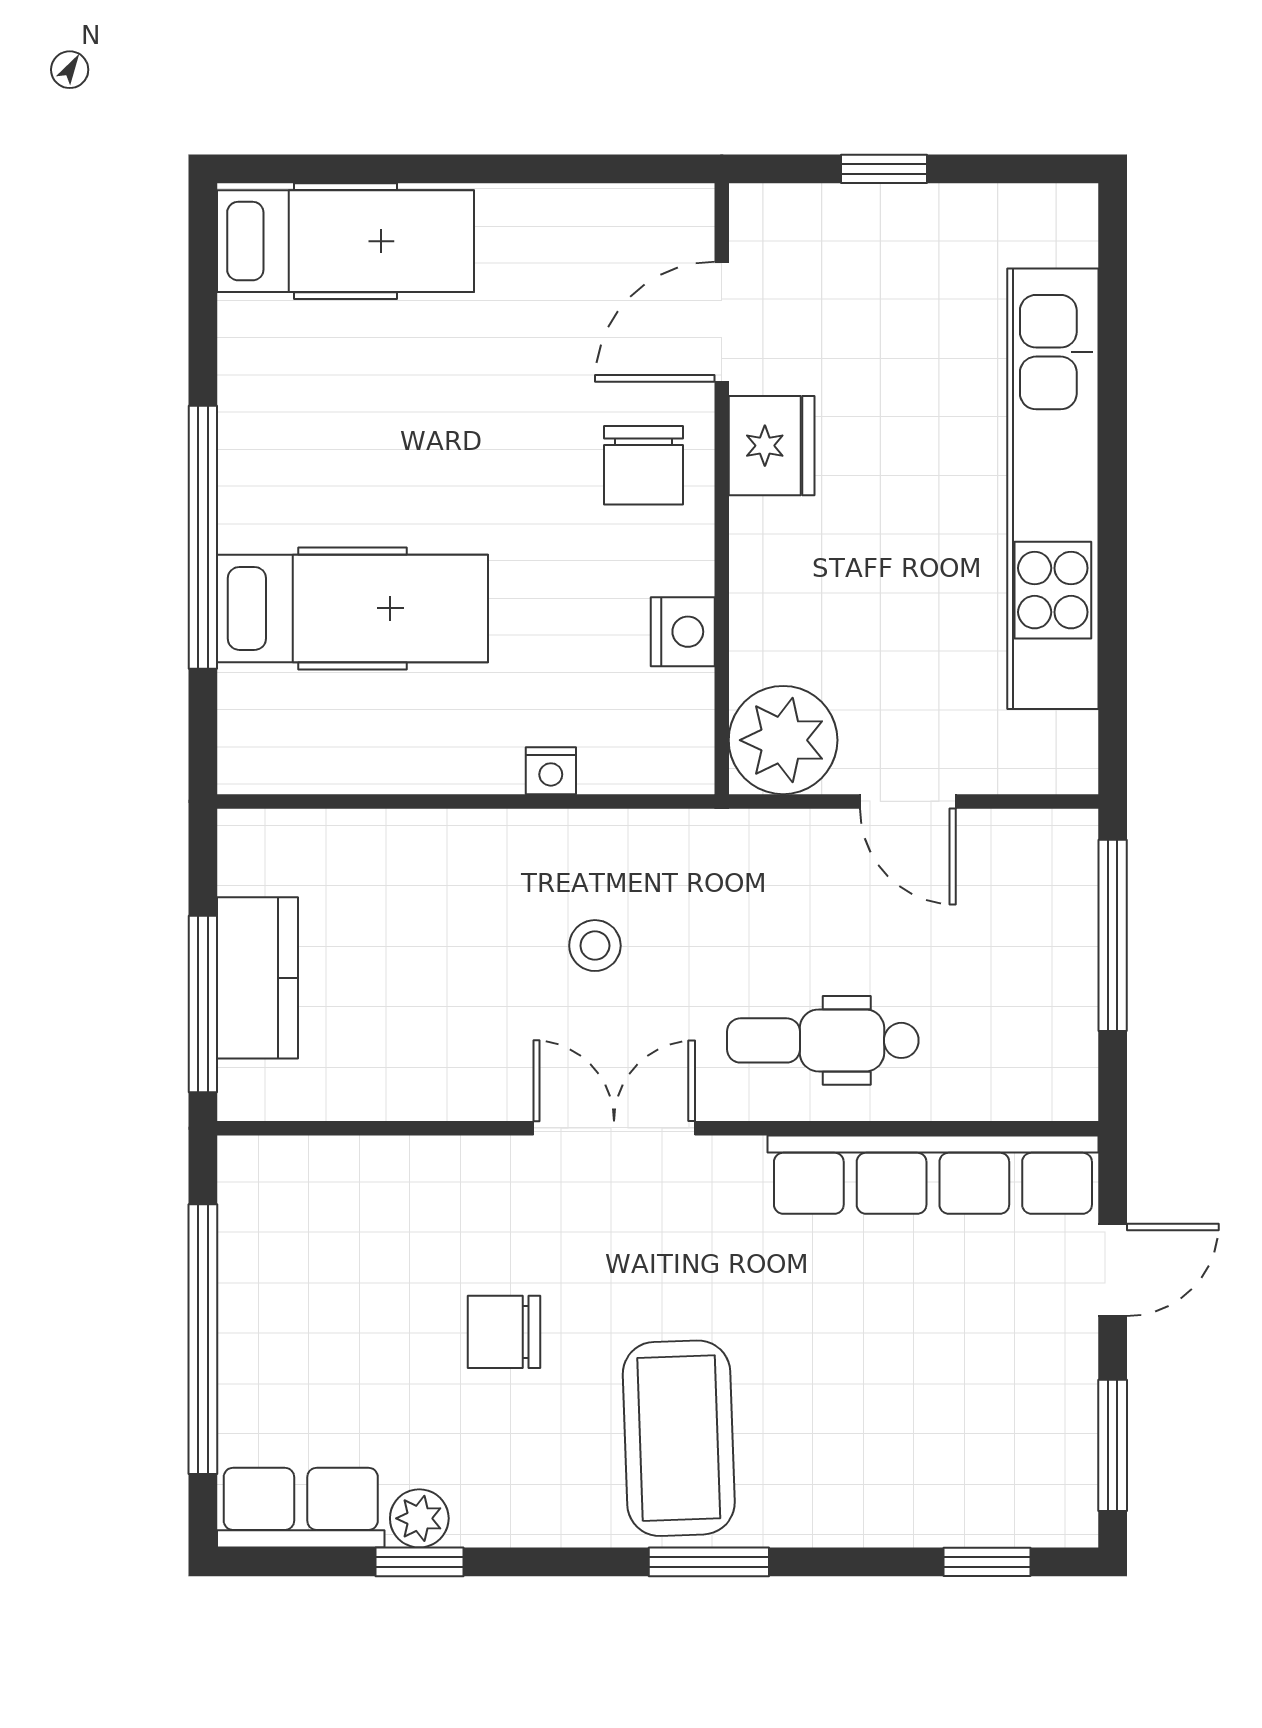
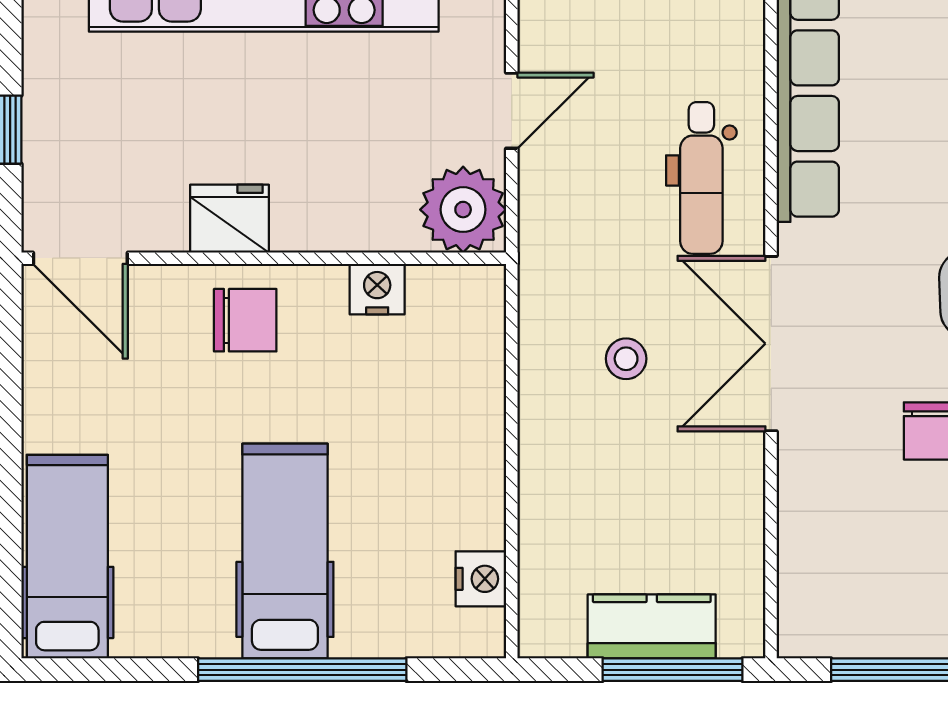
door: (722, 322) -> (80, 258), moved
hospital bed: (353, 608) -> (285, 551), moved
nightstand: (551, 771) -> (481, 579), moved, width x1.39, depth x1.35
double door: (614, 1128) -> (771, 344), width x1.37

